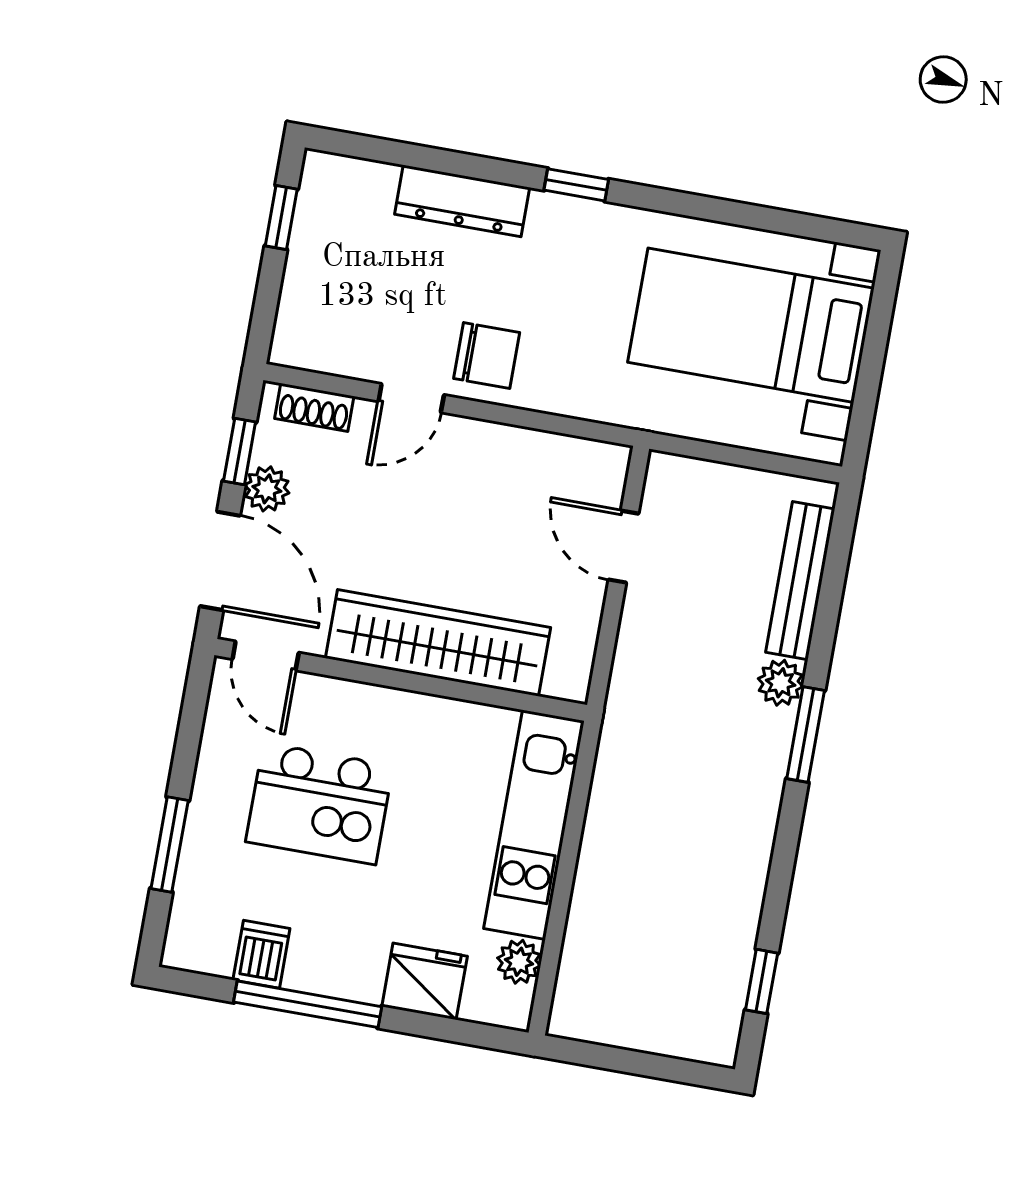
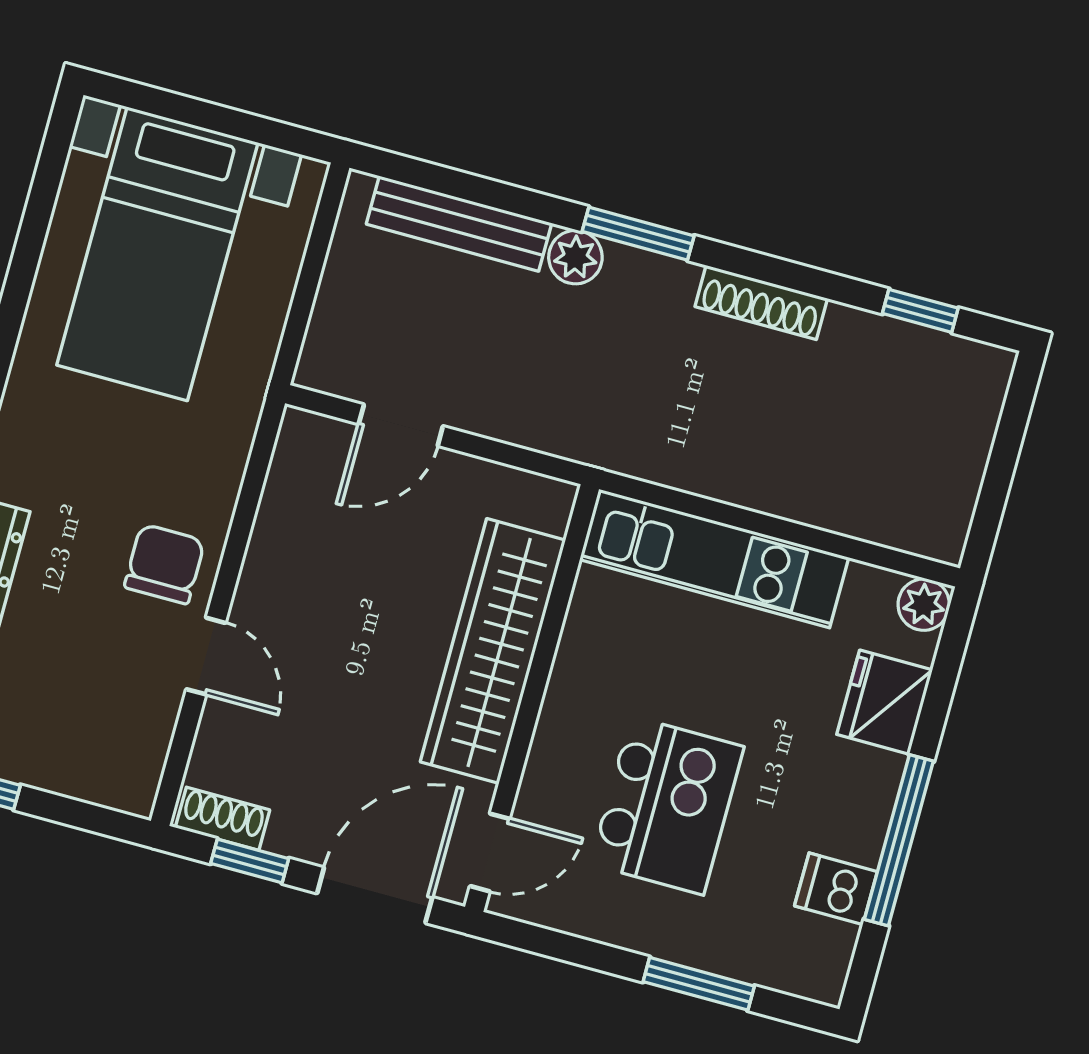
shoe rack: (314, 407) -> (223, 819), moved, turned -90
plant: (267, 489) -> (296, 833), removed
shoe rack: (756, 845) -> (761, 302), added
plant: (519, 962) -> (924, 605), moved

